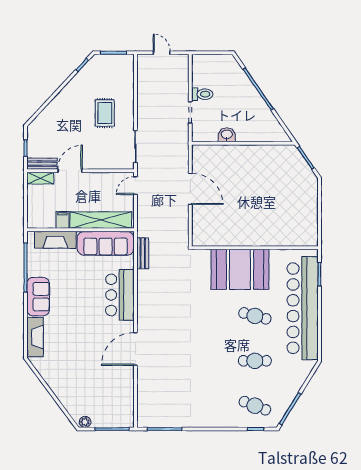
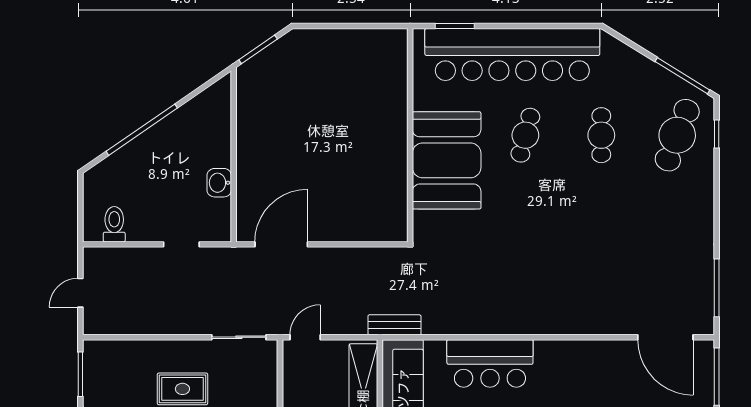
toilet: (202, 94) -> (114, 224), moved
door: (135, 186) -> (305, 337), swing flipped
door: (190, 189) -> (281, 244), moved
bench: (143, 253) -> (394, 325), moved
door: (135, 349) -> (665, 337), moved
cafe table: (255, 406) -> (677, 135), width x1.37, depth x1.35

